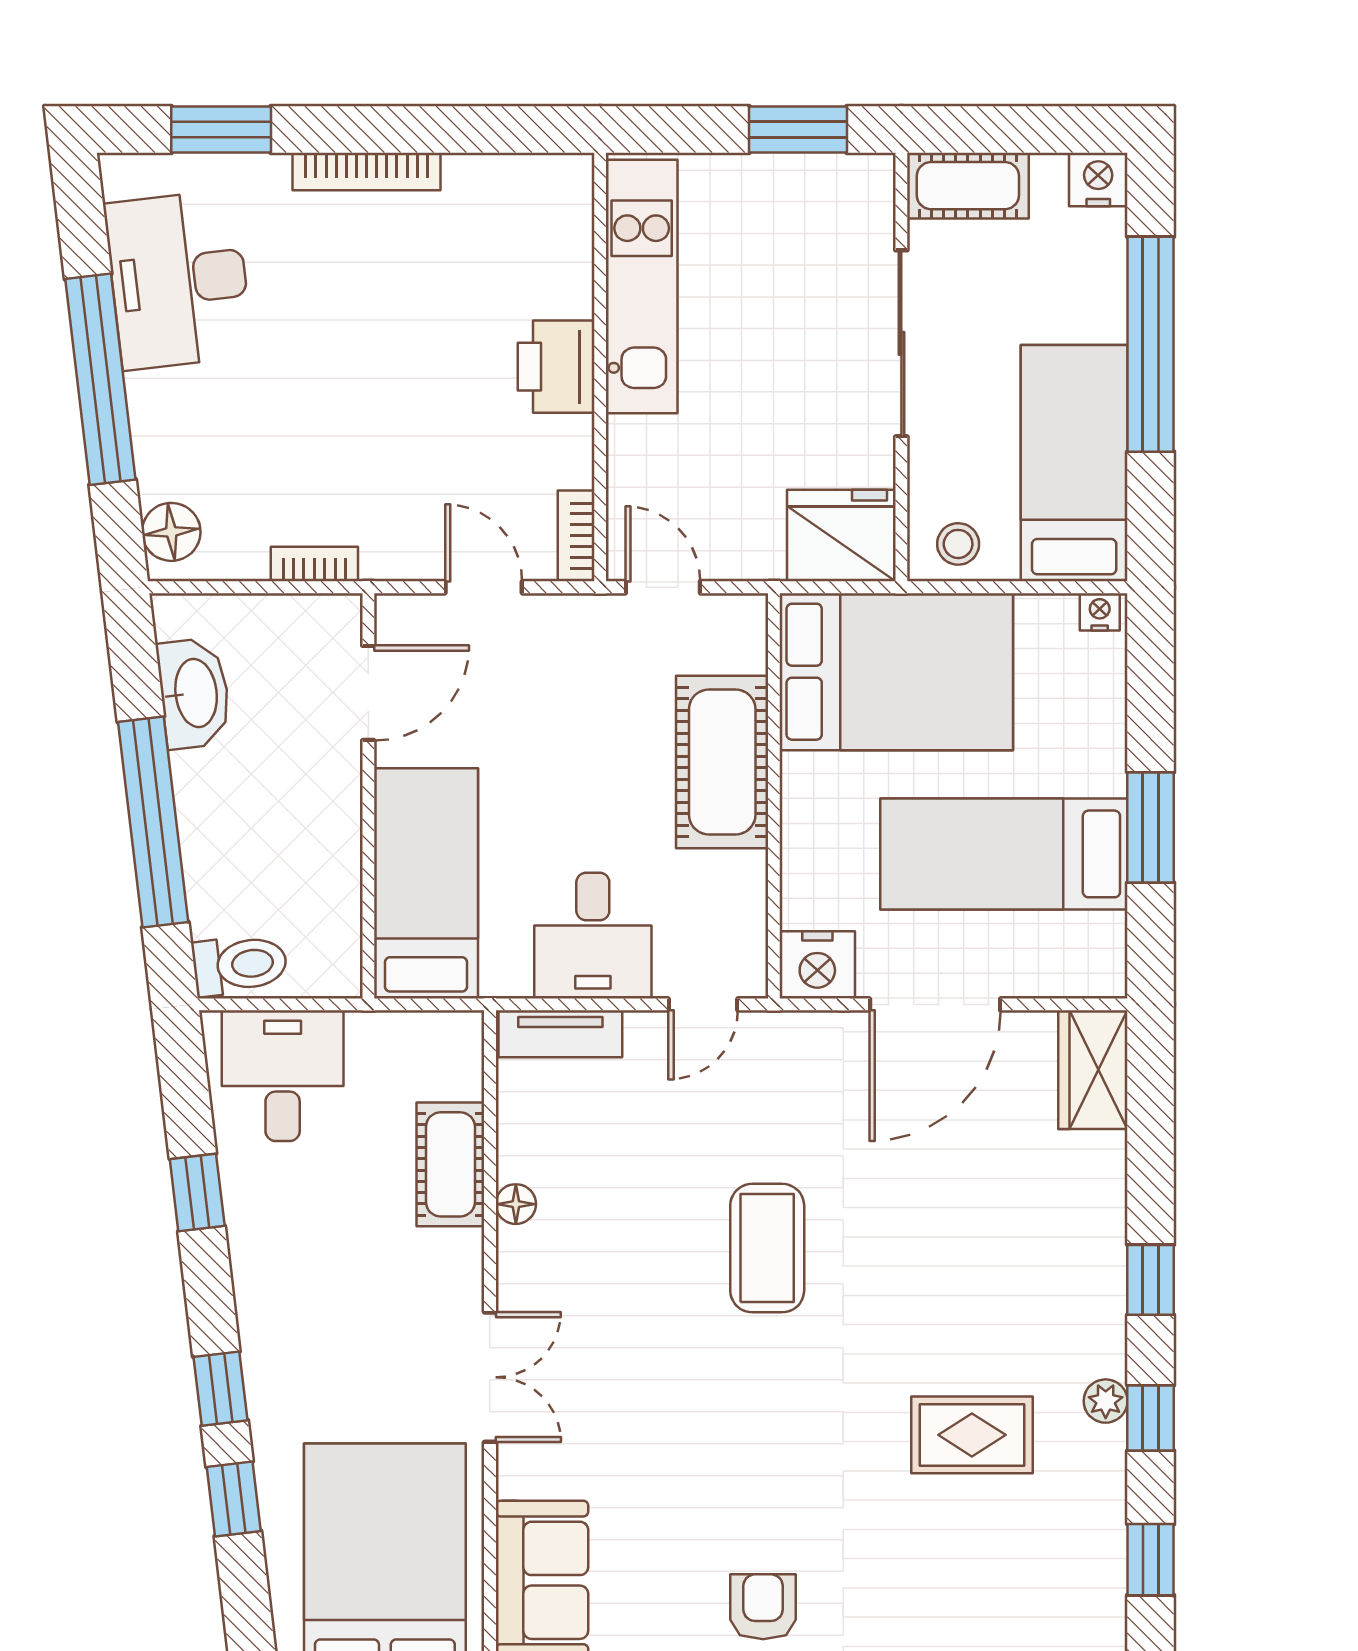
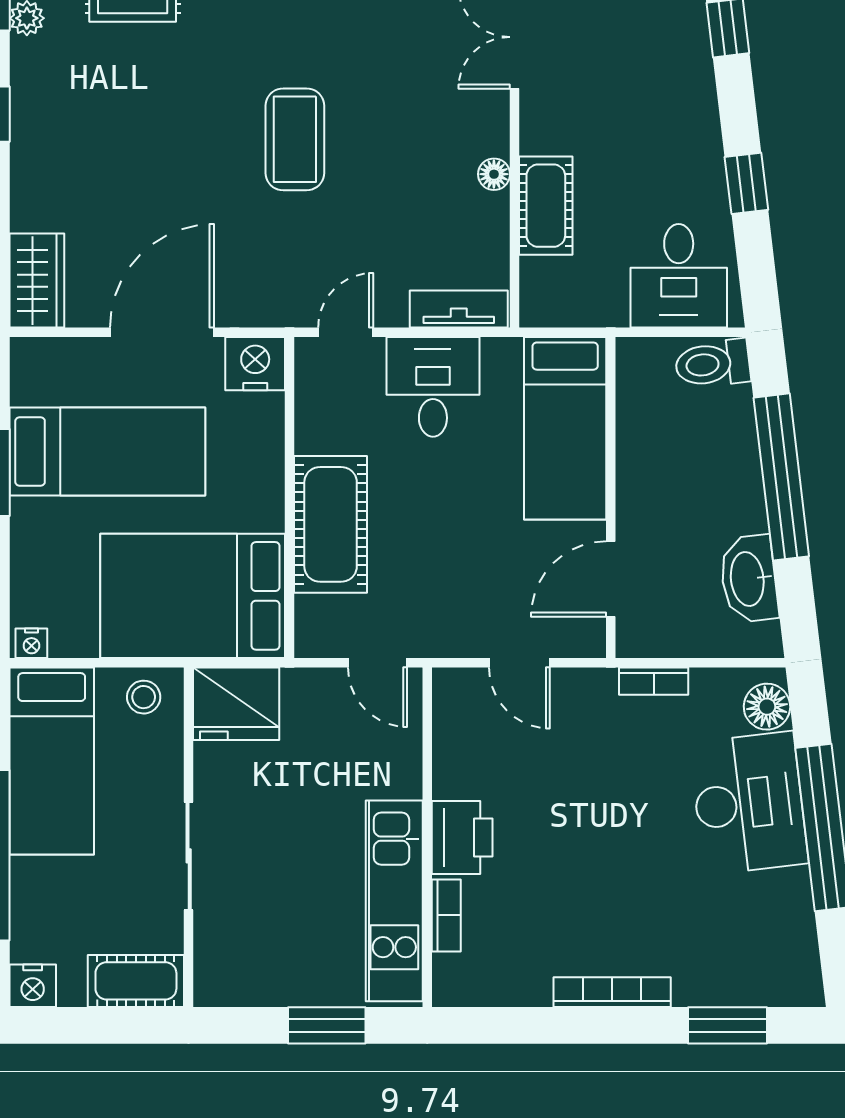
window: (798, 129) -> (327, 1025), moved
desk: (179, 280) -> (749, 803), moved
sliding door: (901, 343) -> (189, 856), width x0.73
bookcase: (576, 536) -> (446, 915), moved

